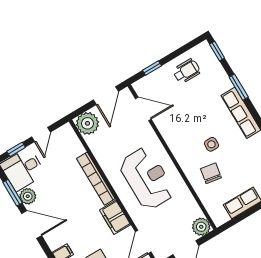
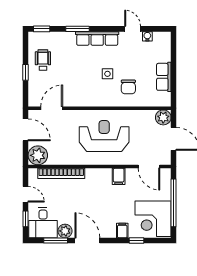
window: (152, 68) -> (26, 72), moved
chair: (211, 173) -> (128, 87), turned -100
bookcase: (96, 179) -> (61, 173), moved
filing cabinet: (115, 217) -> (119, 176), width x0.50
door: (32, 225) -> (87, 240), hinge flipped

